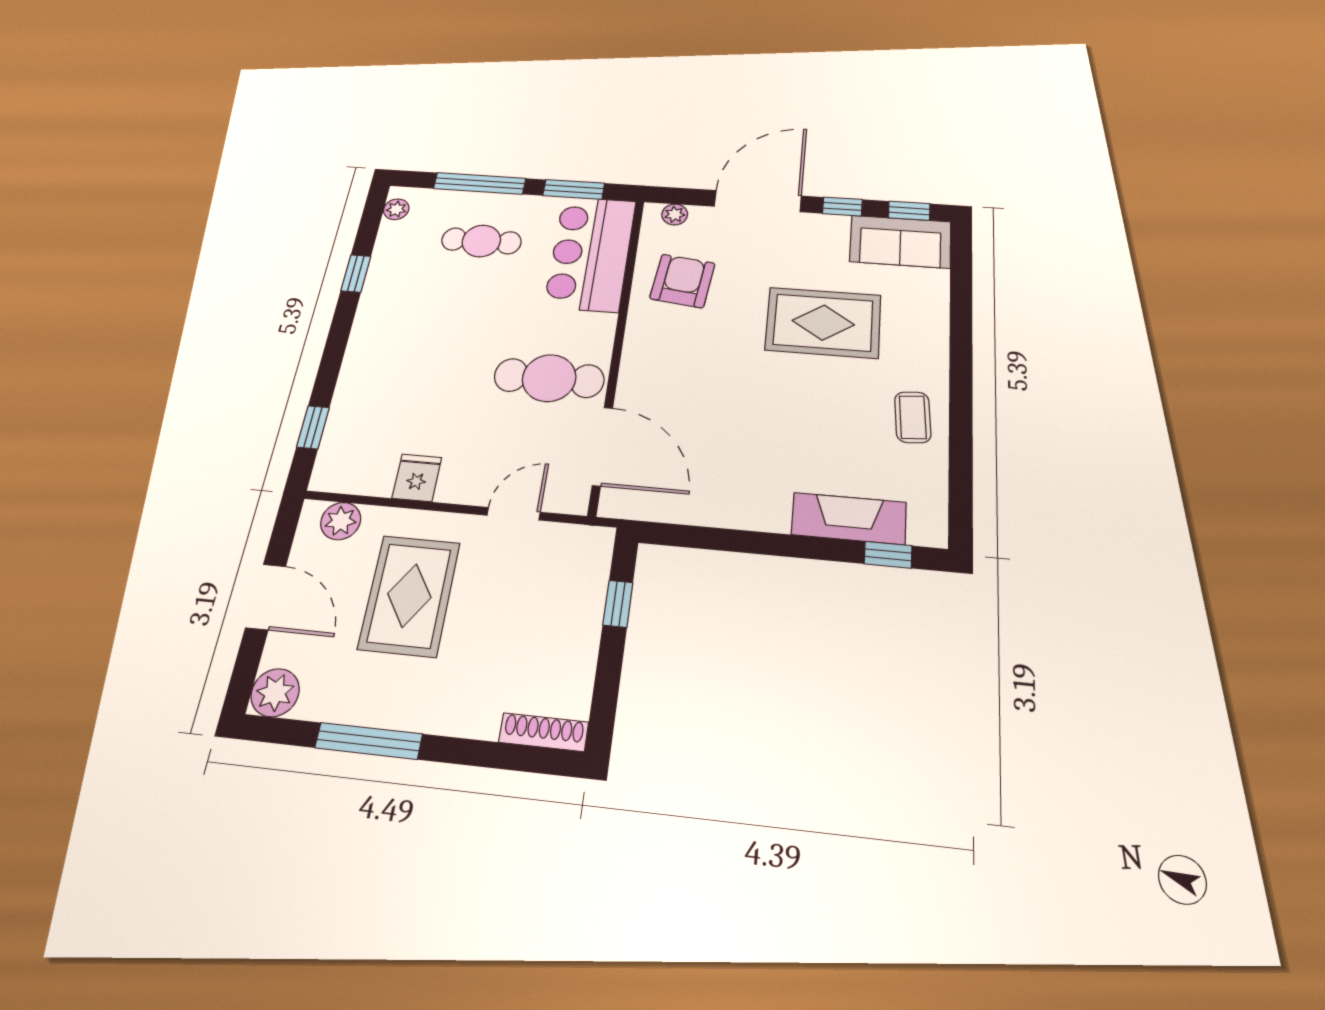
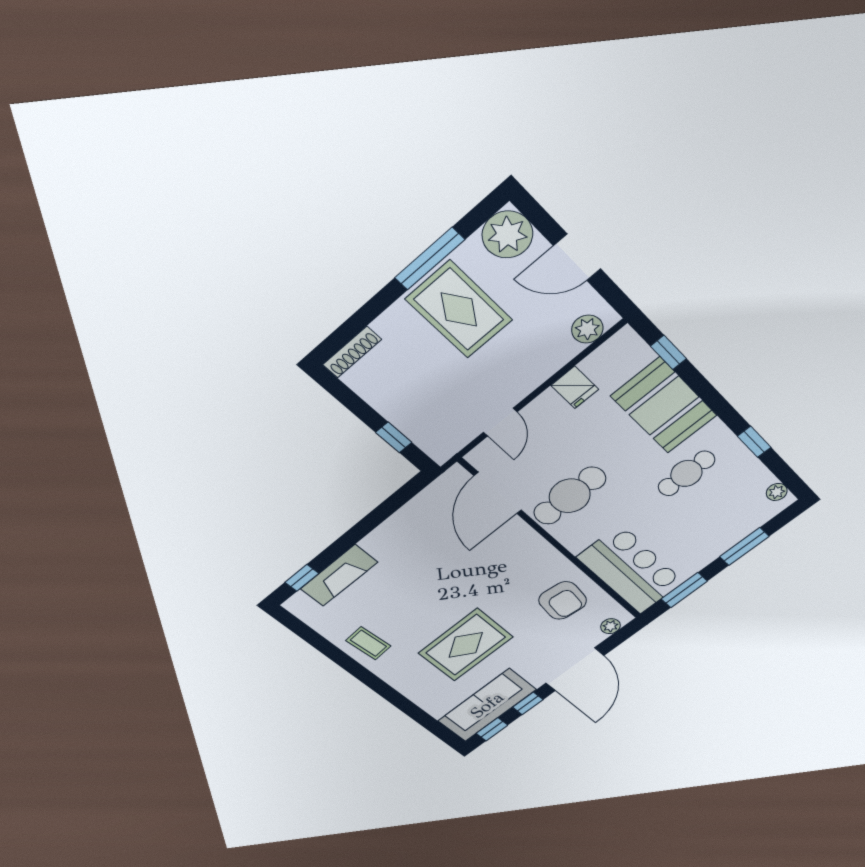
window: (480, 183) -> (744, 547), width x0.69
cafe table: (481, 241) -> (686, 473), moved
sofa: (900, 242) -> (487, 705), width x1.36
booth: (376, 382) -> (664, 406), added
door: (602, 446) -> (498, 493), hinge flipped
rug: (409, 595) -> (459, 310), moved
plant: (275, 693) -> (507, 235), width x1.36, depth x1.36

